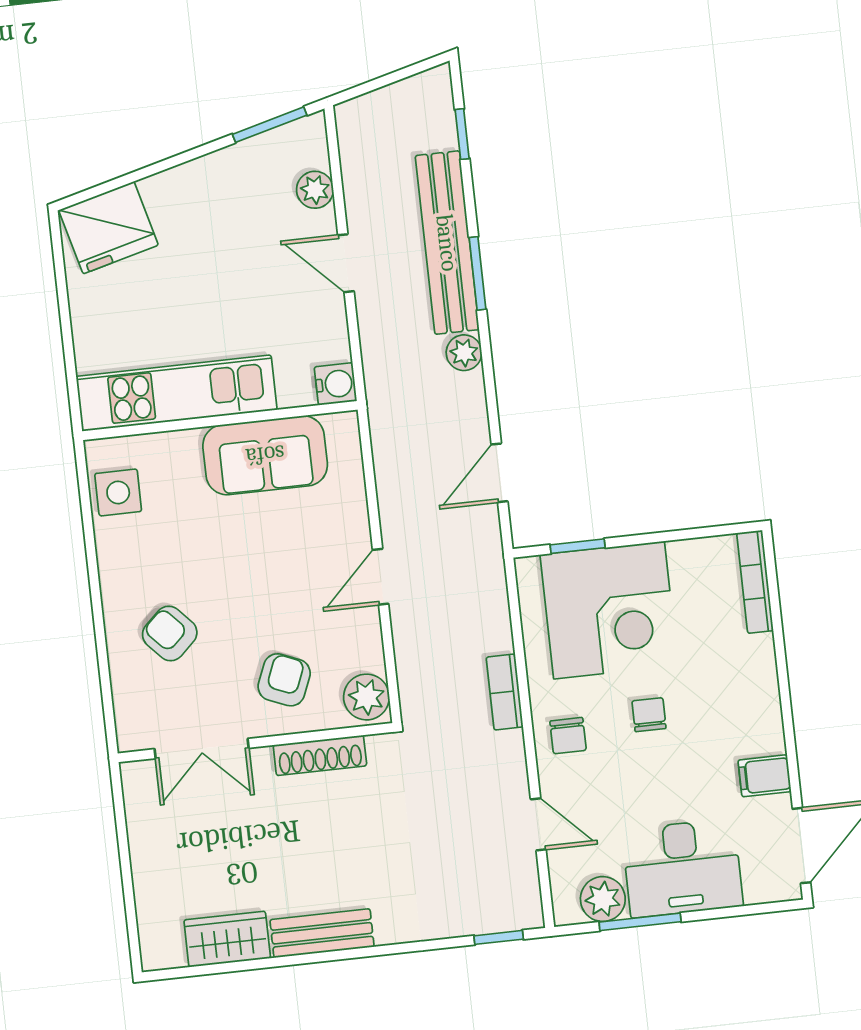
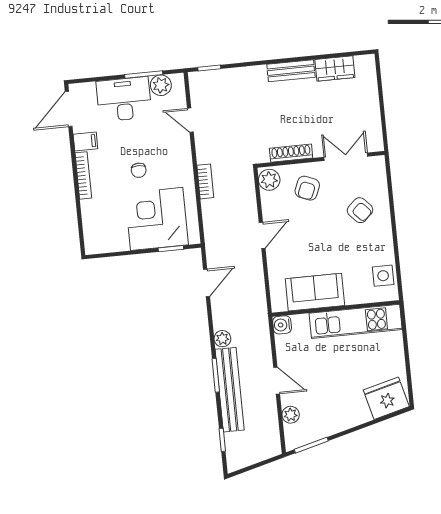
bookcase: (755, 582) -> (83, 175), moved
chair: (568, 736) -> (176, 161), removed

